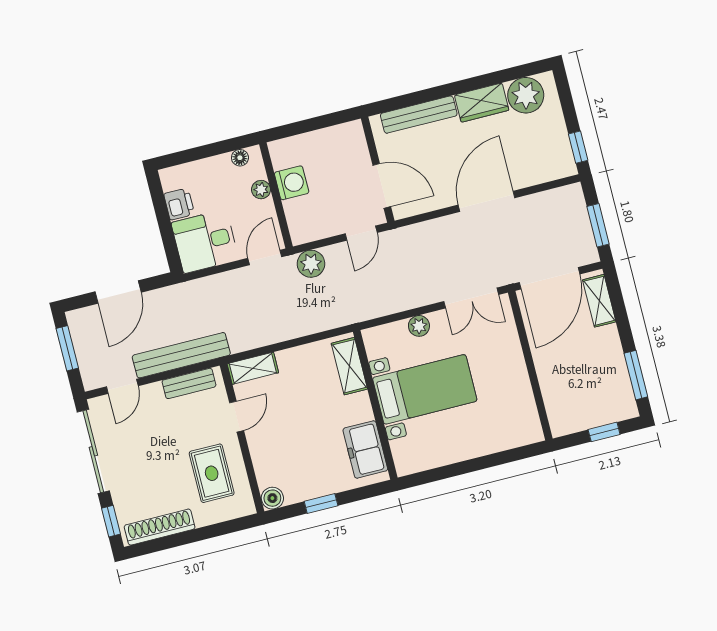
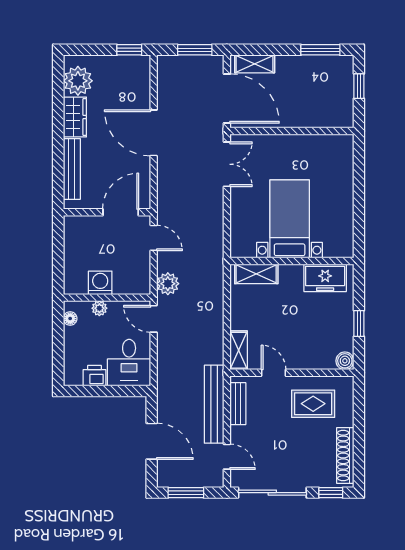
plant: (419, 326) -> (238, 211), removed

